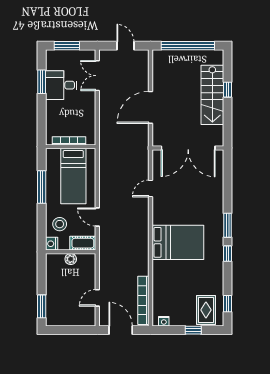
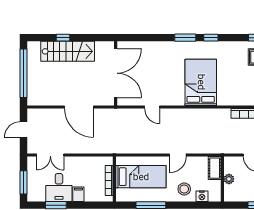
filing cabinet: (54, 107) -> (78, 194), added
cot: (83, 243) -> (215, 168), moved
wall: (71, 252) -> (222, 179), moved
plant: (71, 259) -> (229, 179), moved

